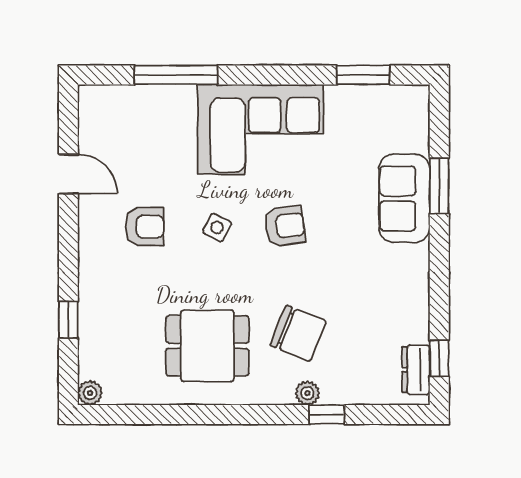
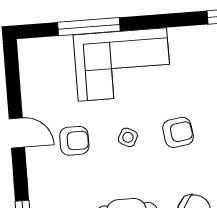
corner sofa: (261, 129) -> (122, 65), moved
door: (68, 174) -> (17, 133), moved

